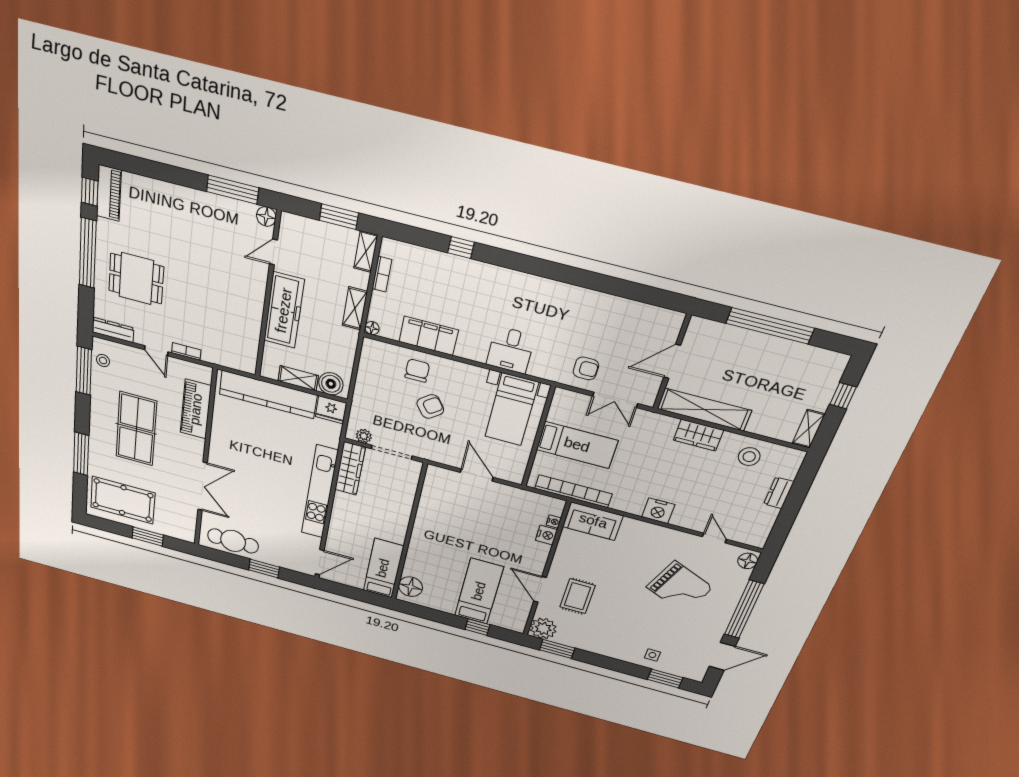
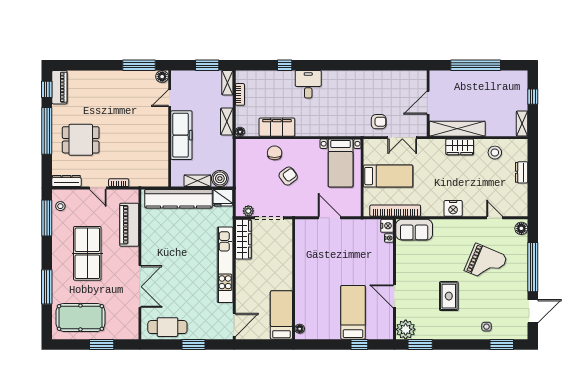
desk: (511, 350) -> (308, 84), moved, turned 180
nightstand: (546, 535) -> (387, 226), moved
floor lamp: (410, 587) -> (300, 329), width x0.53, depth x0.53
rug: (577, 596) -> (449, 296), moved

